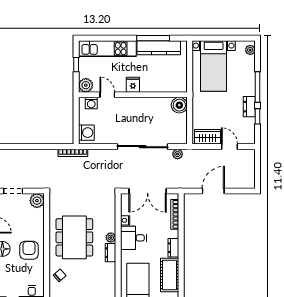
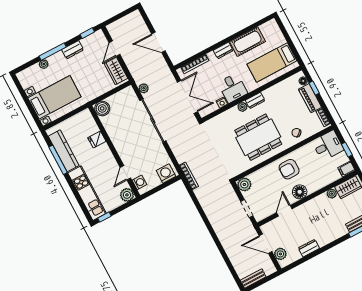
plant: (250, 50) -> (44, 64), moved
window: (76, 65) -> (104, 217), moved
fridge: (133, 85) -> (97, 139), moved
window: (257, 116) -> (87, 33), moved

